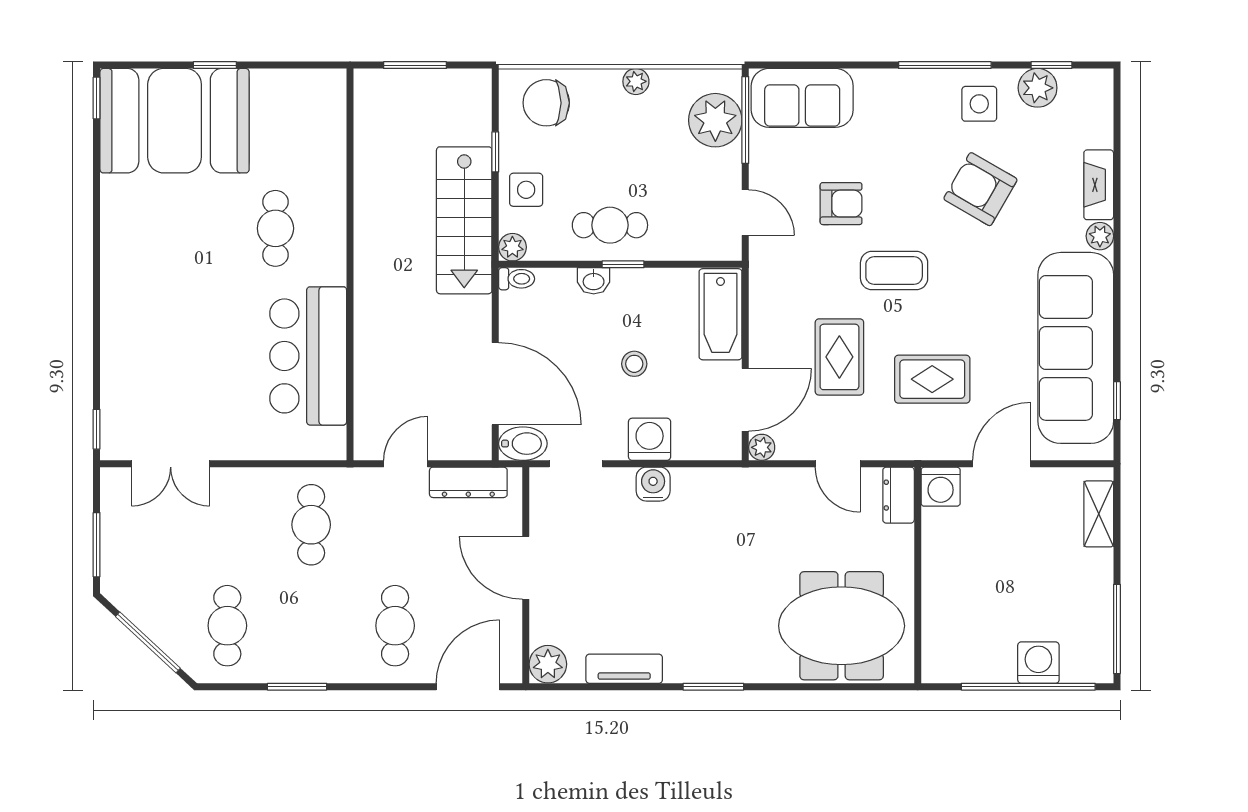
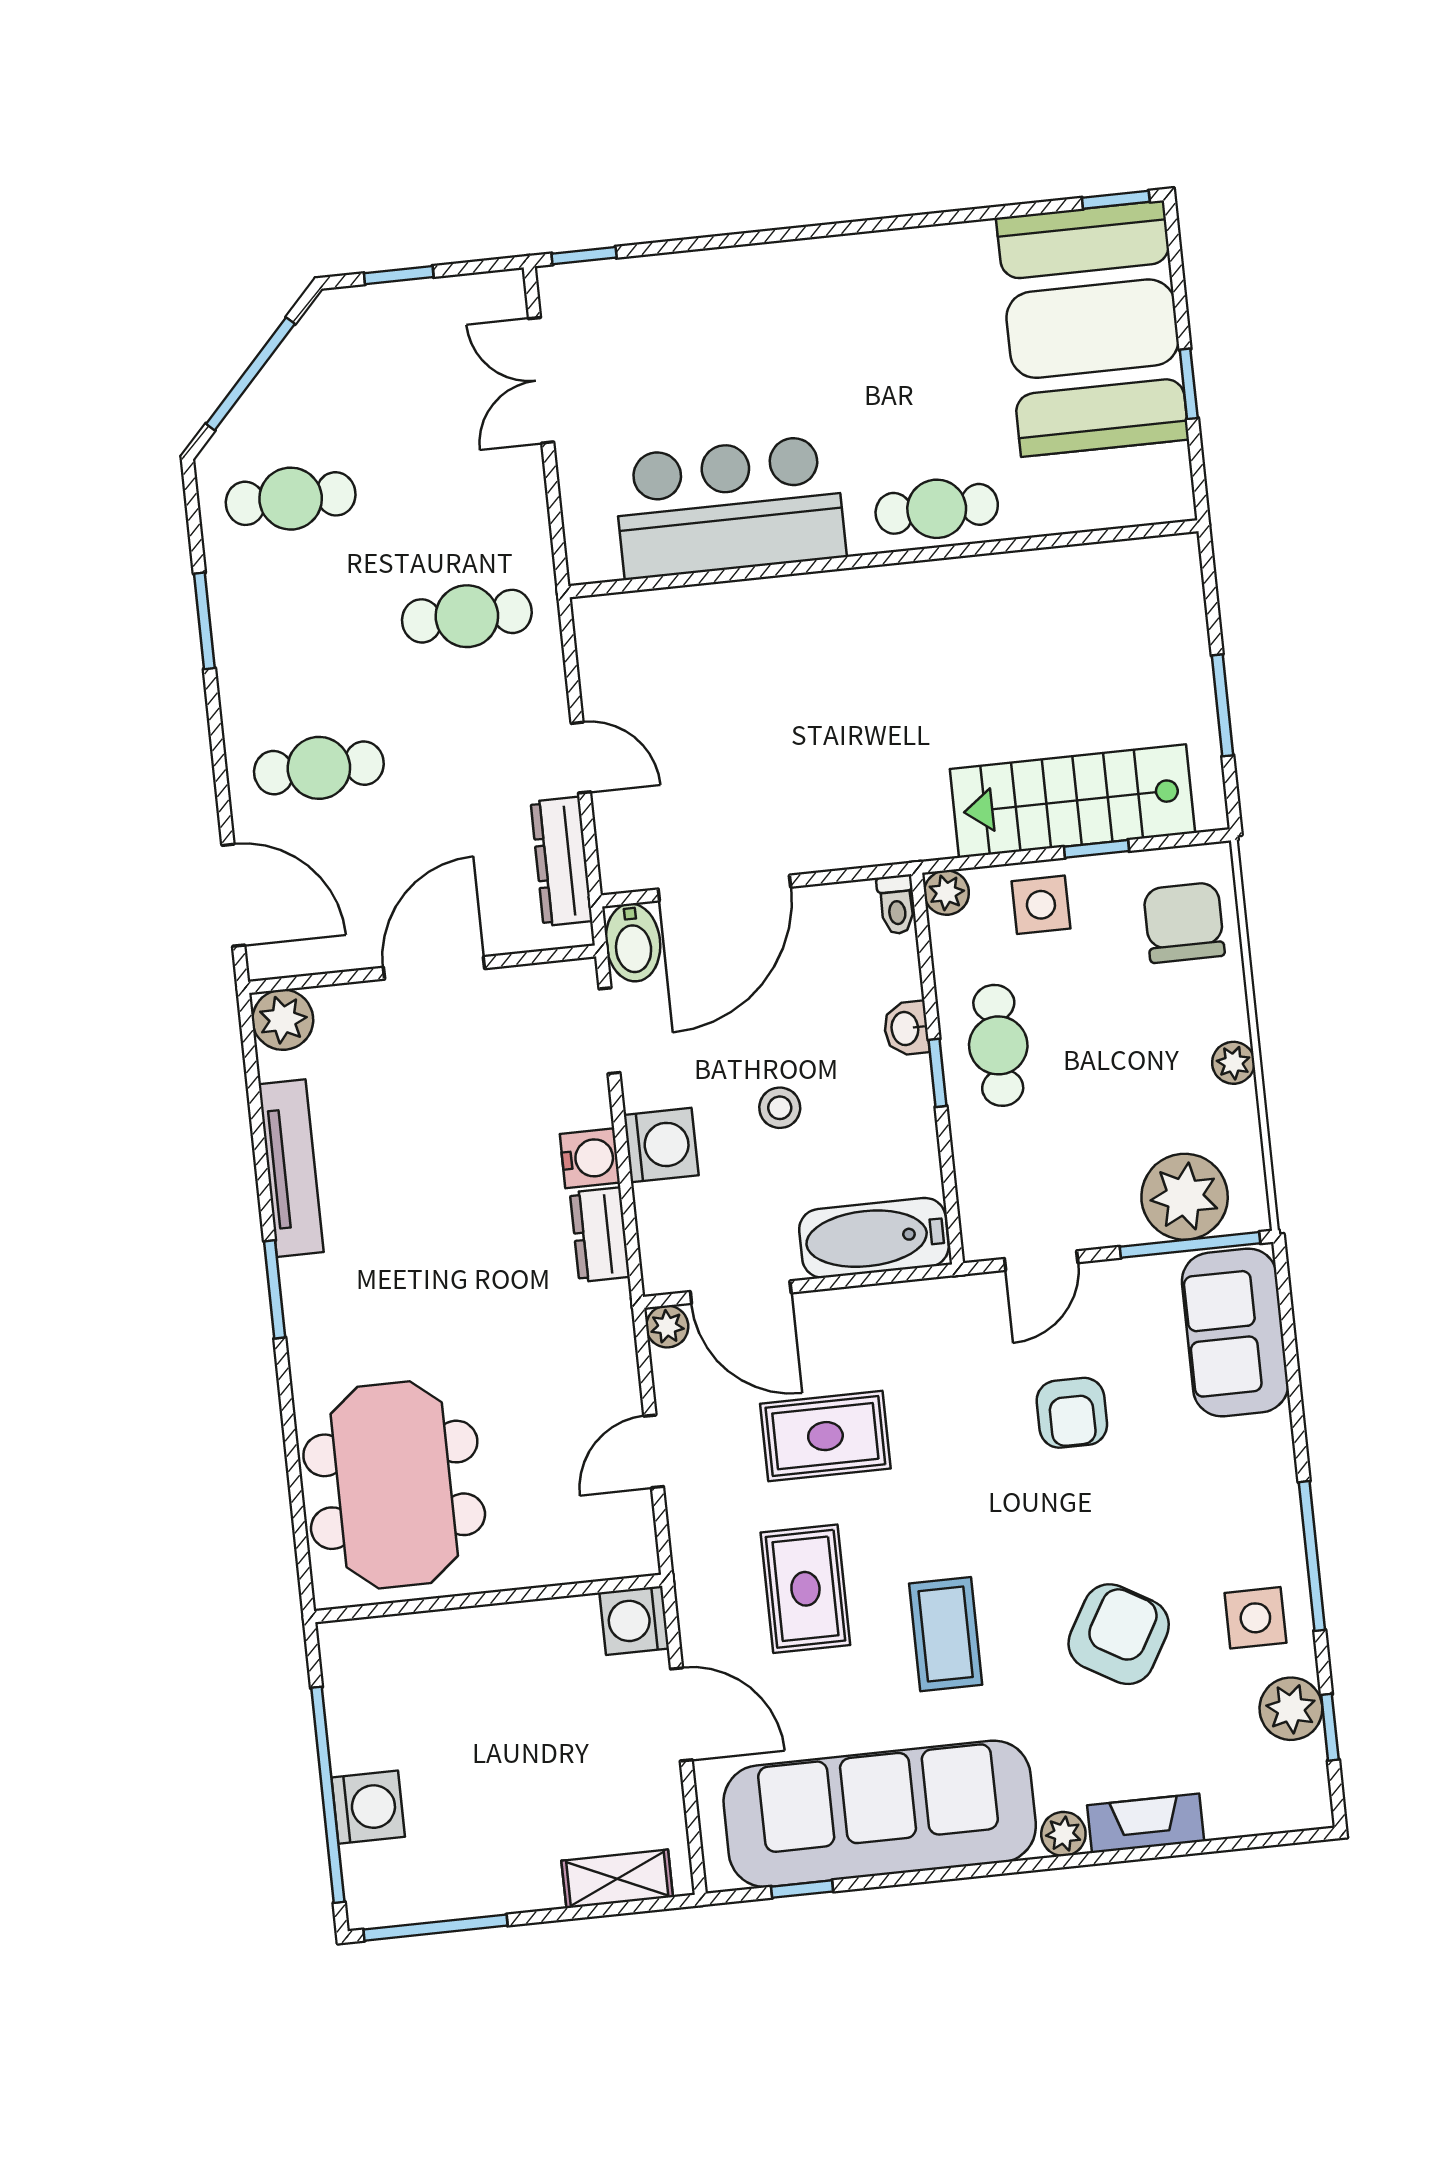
stairs: (464, 220) -> (1072, 801), moved
wall: (350, 264) -> (883, 559), moved
coffee table: (894, 271) -> (946, 1634), moved
bar counter: (308, 356) -> (729, 507), moved
dresser: (899, 495) -> (600, 1235), moved, turned -90
window: (97, 545) -> (399, 275), width x0.67
tv unit: (624, 669) -> (291, 1168), width x1.41

